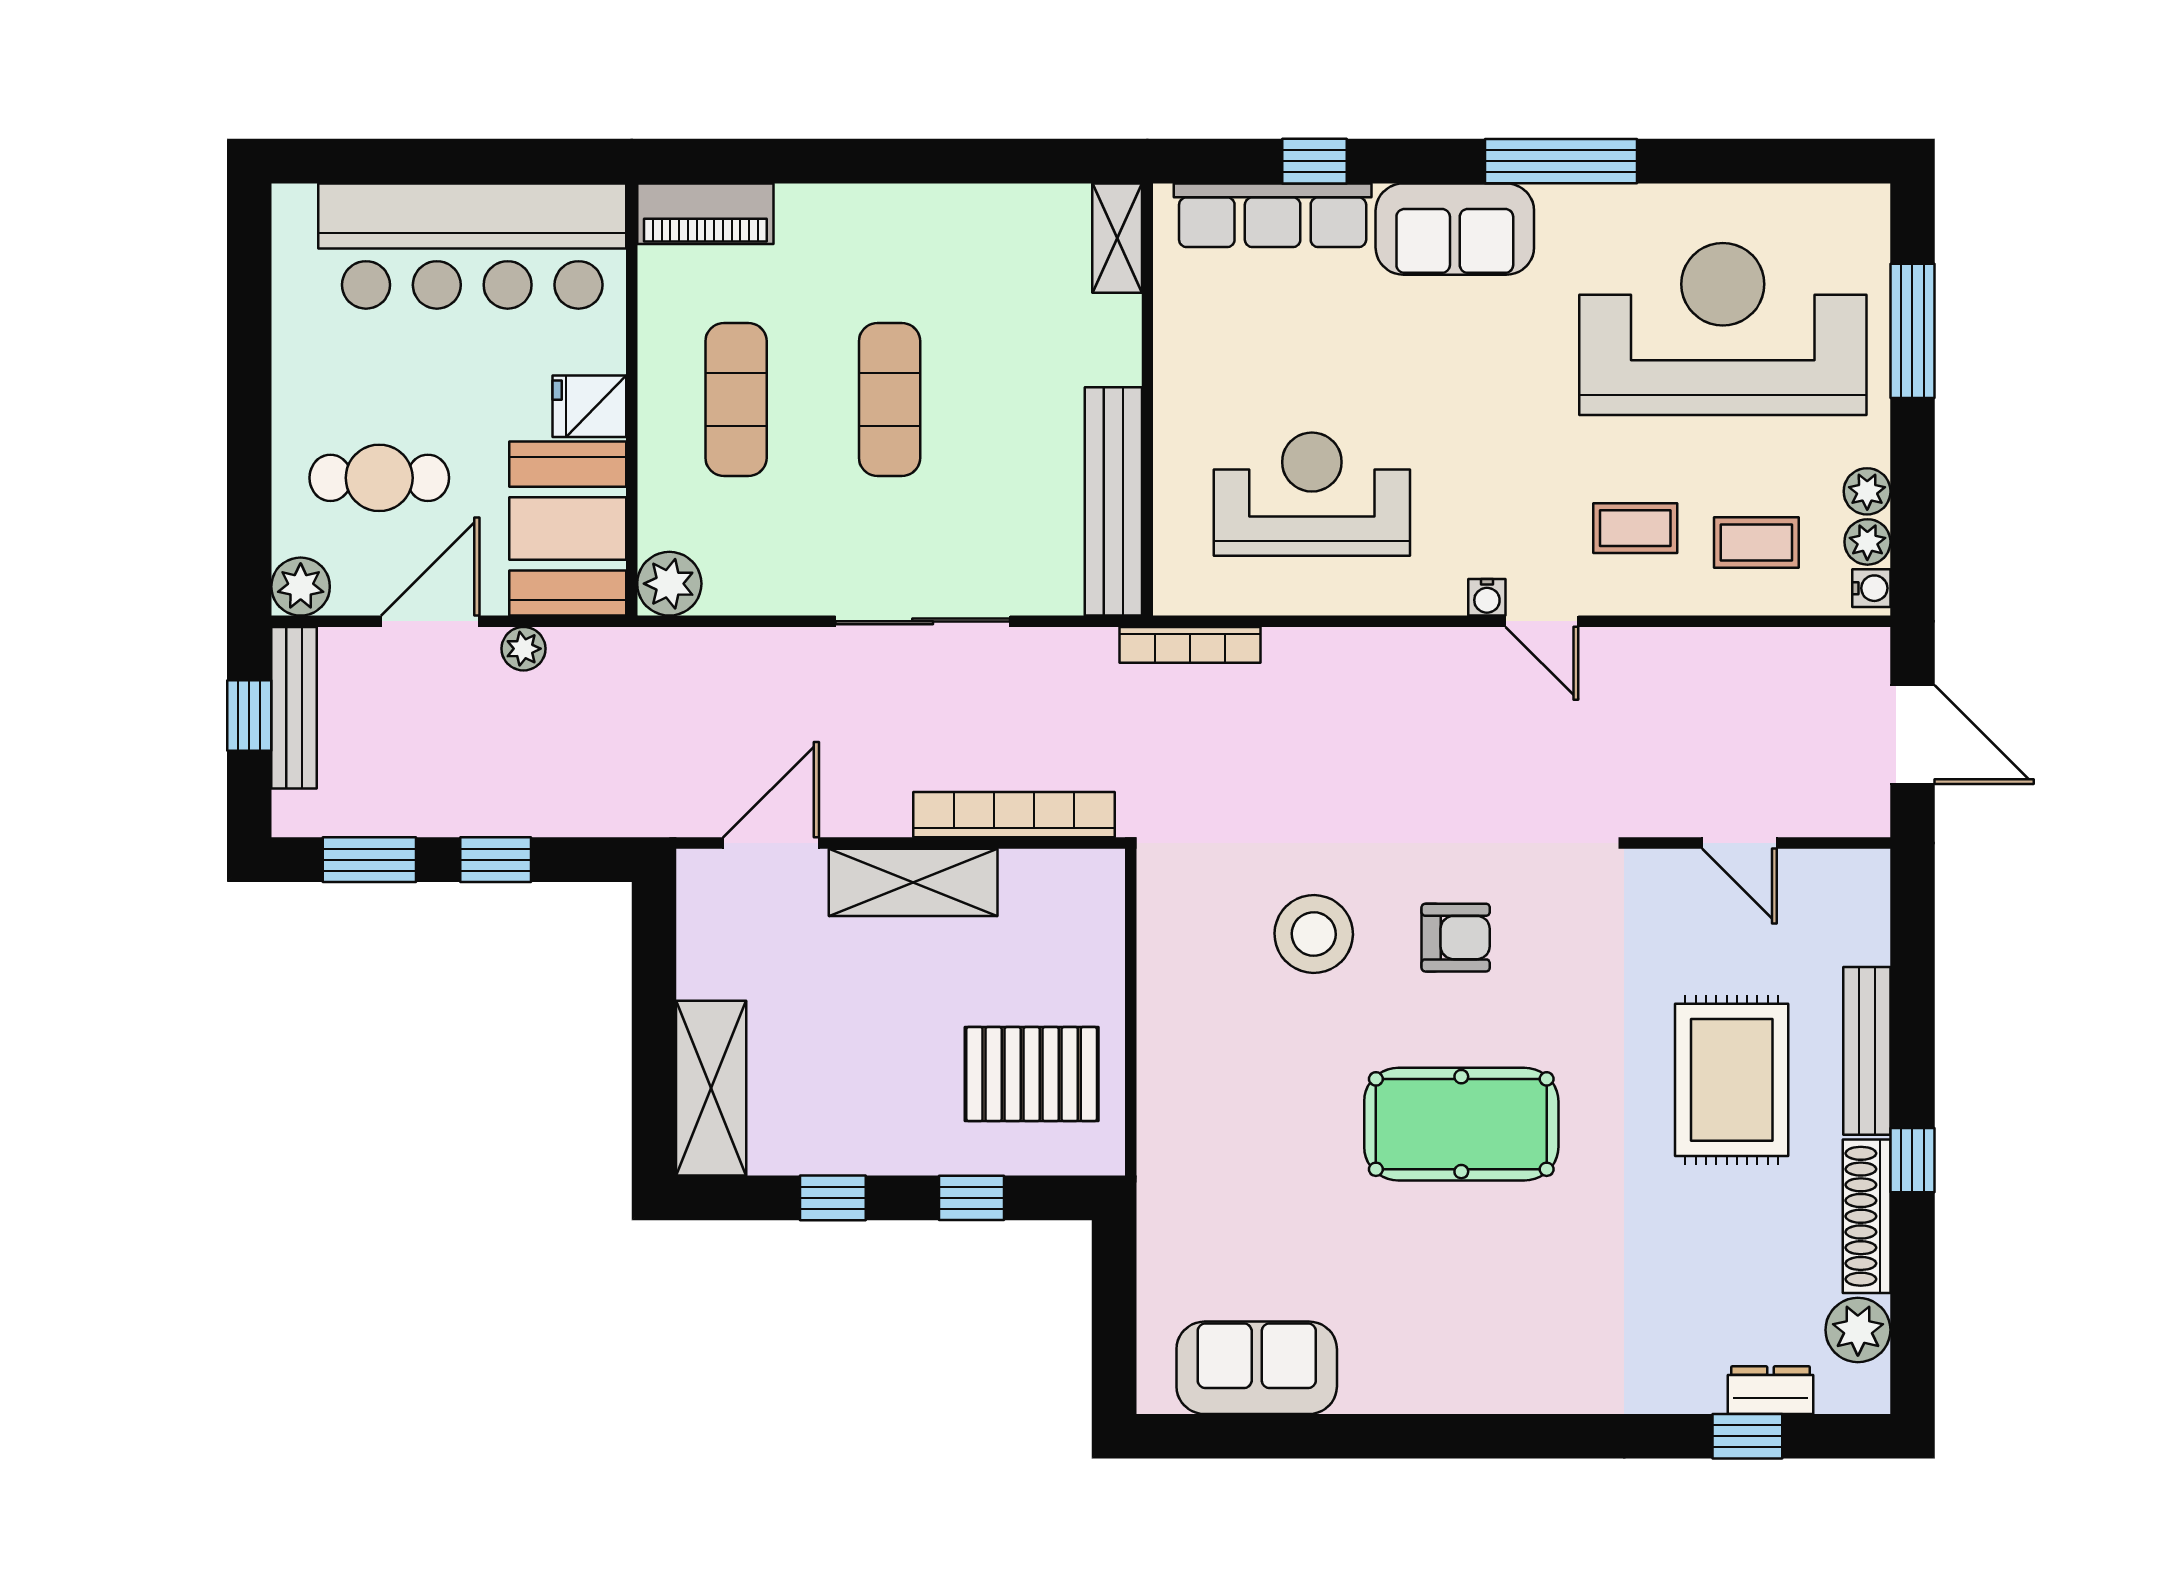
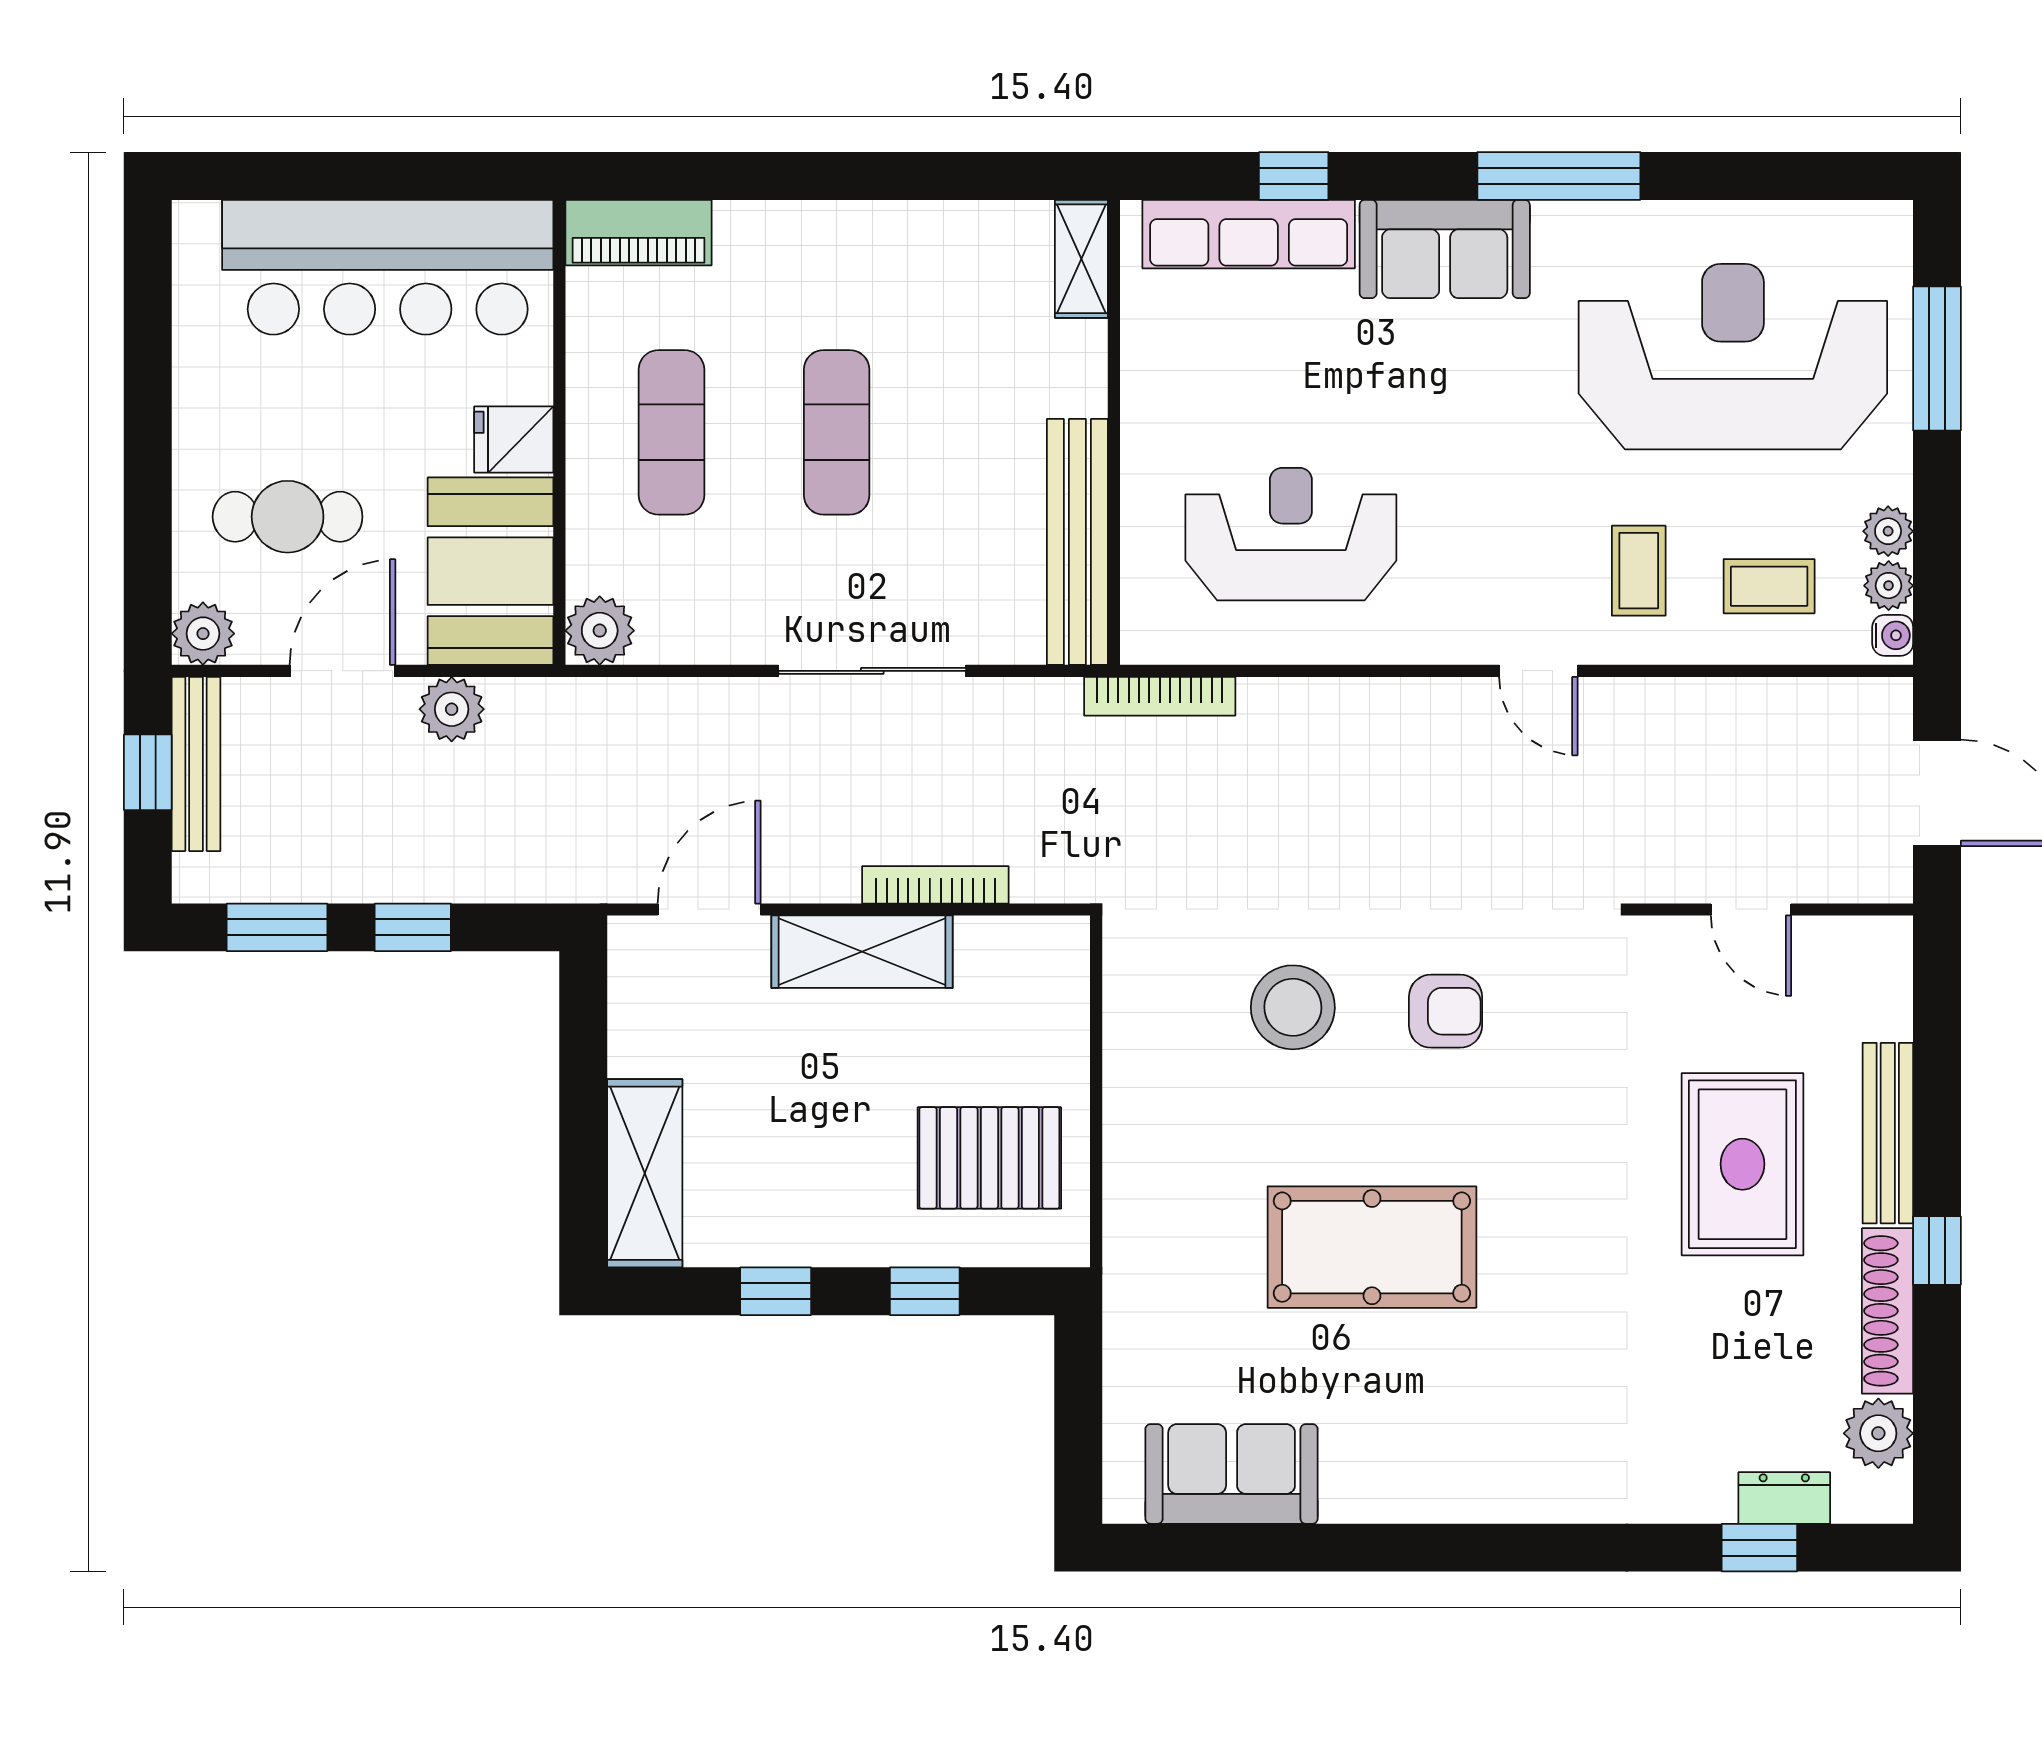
coffee table: (1635, 528) -> (1639, 571), turned 90
water cooler: (1487, 597) -> (1479, 645), removed
plant: (523, 649) -> (452, 709), width x1.38, depth x1.38
bookcase: (1014, 815) -> (935, 885), width x0.68, depth x0.76
pool table: (1461, 1124) -> (1372, 1247), moved

